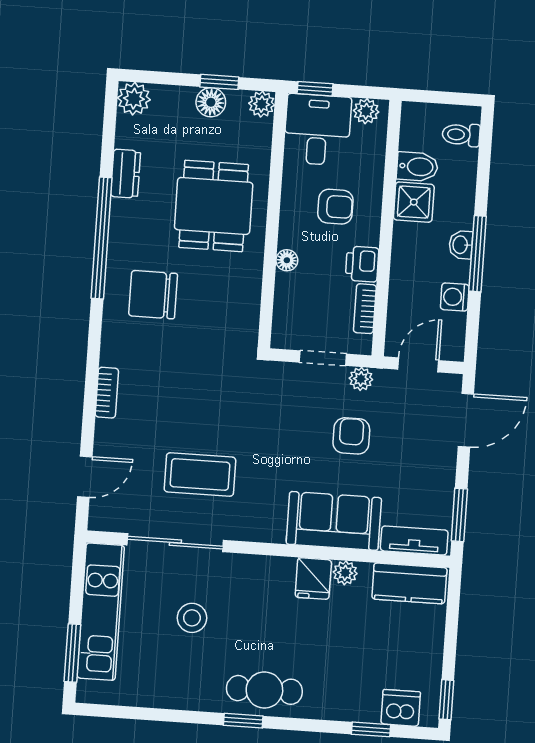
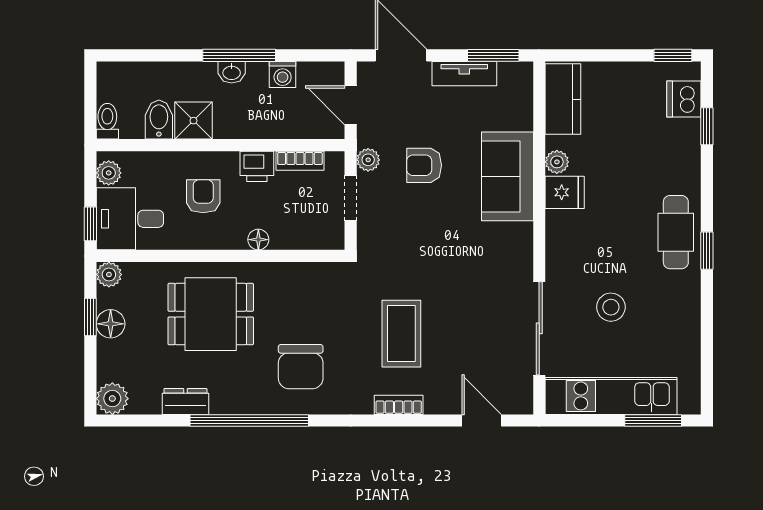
toilet: (461, 135) -> (107, 121), moved, turned 180
coffee table: (200, 475) -> (401, 334), moved
tv unit: (414, 540) -> (464, 74), moved, turned -90

